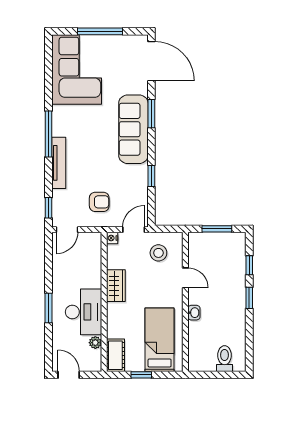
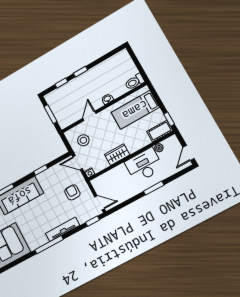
toilet: (225, 359) -> (135, 82), moved
window: (141, 375) -> (169, 119), moved

